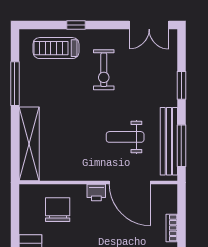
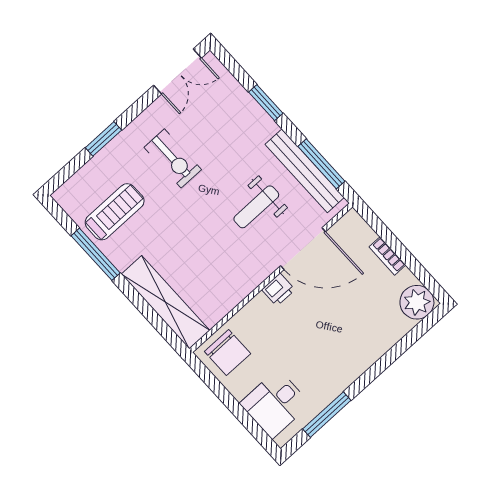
window: (76, 25) -> (103, 139), width x1.50
treadmill: (56, 48) -> (115, 212), moved, turned 180
chair: (58, 210) -> (228, 353), moved, turned 180

